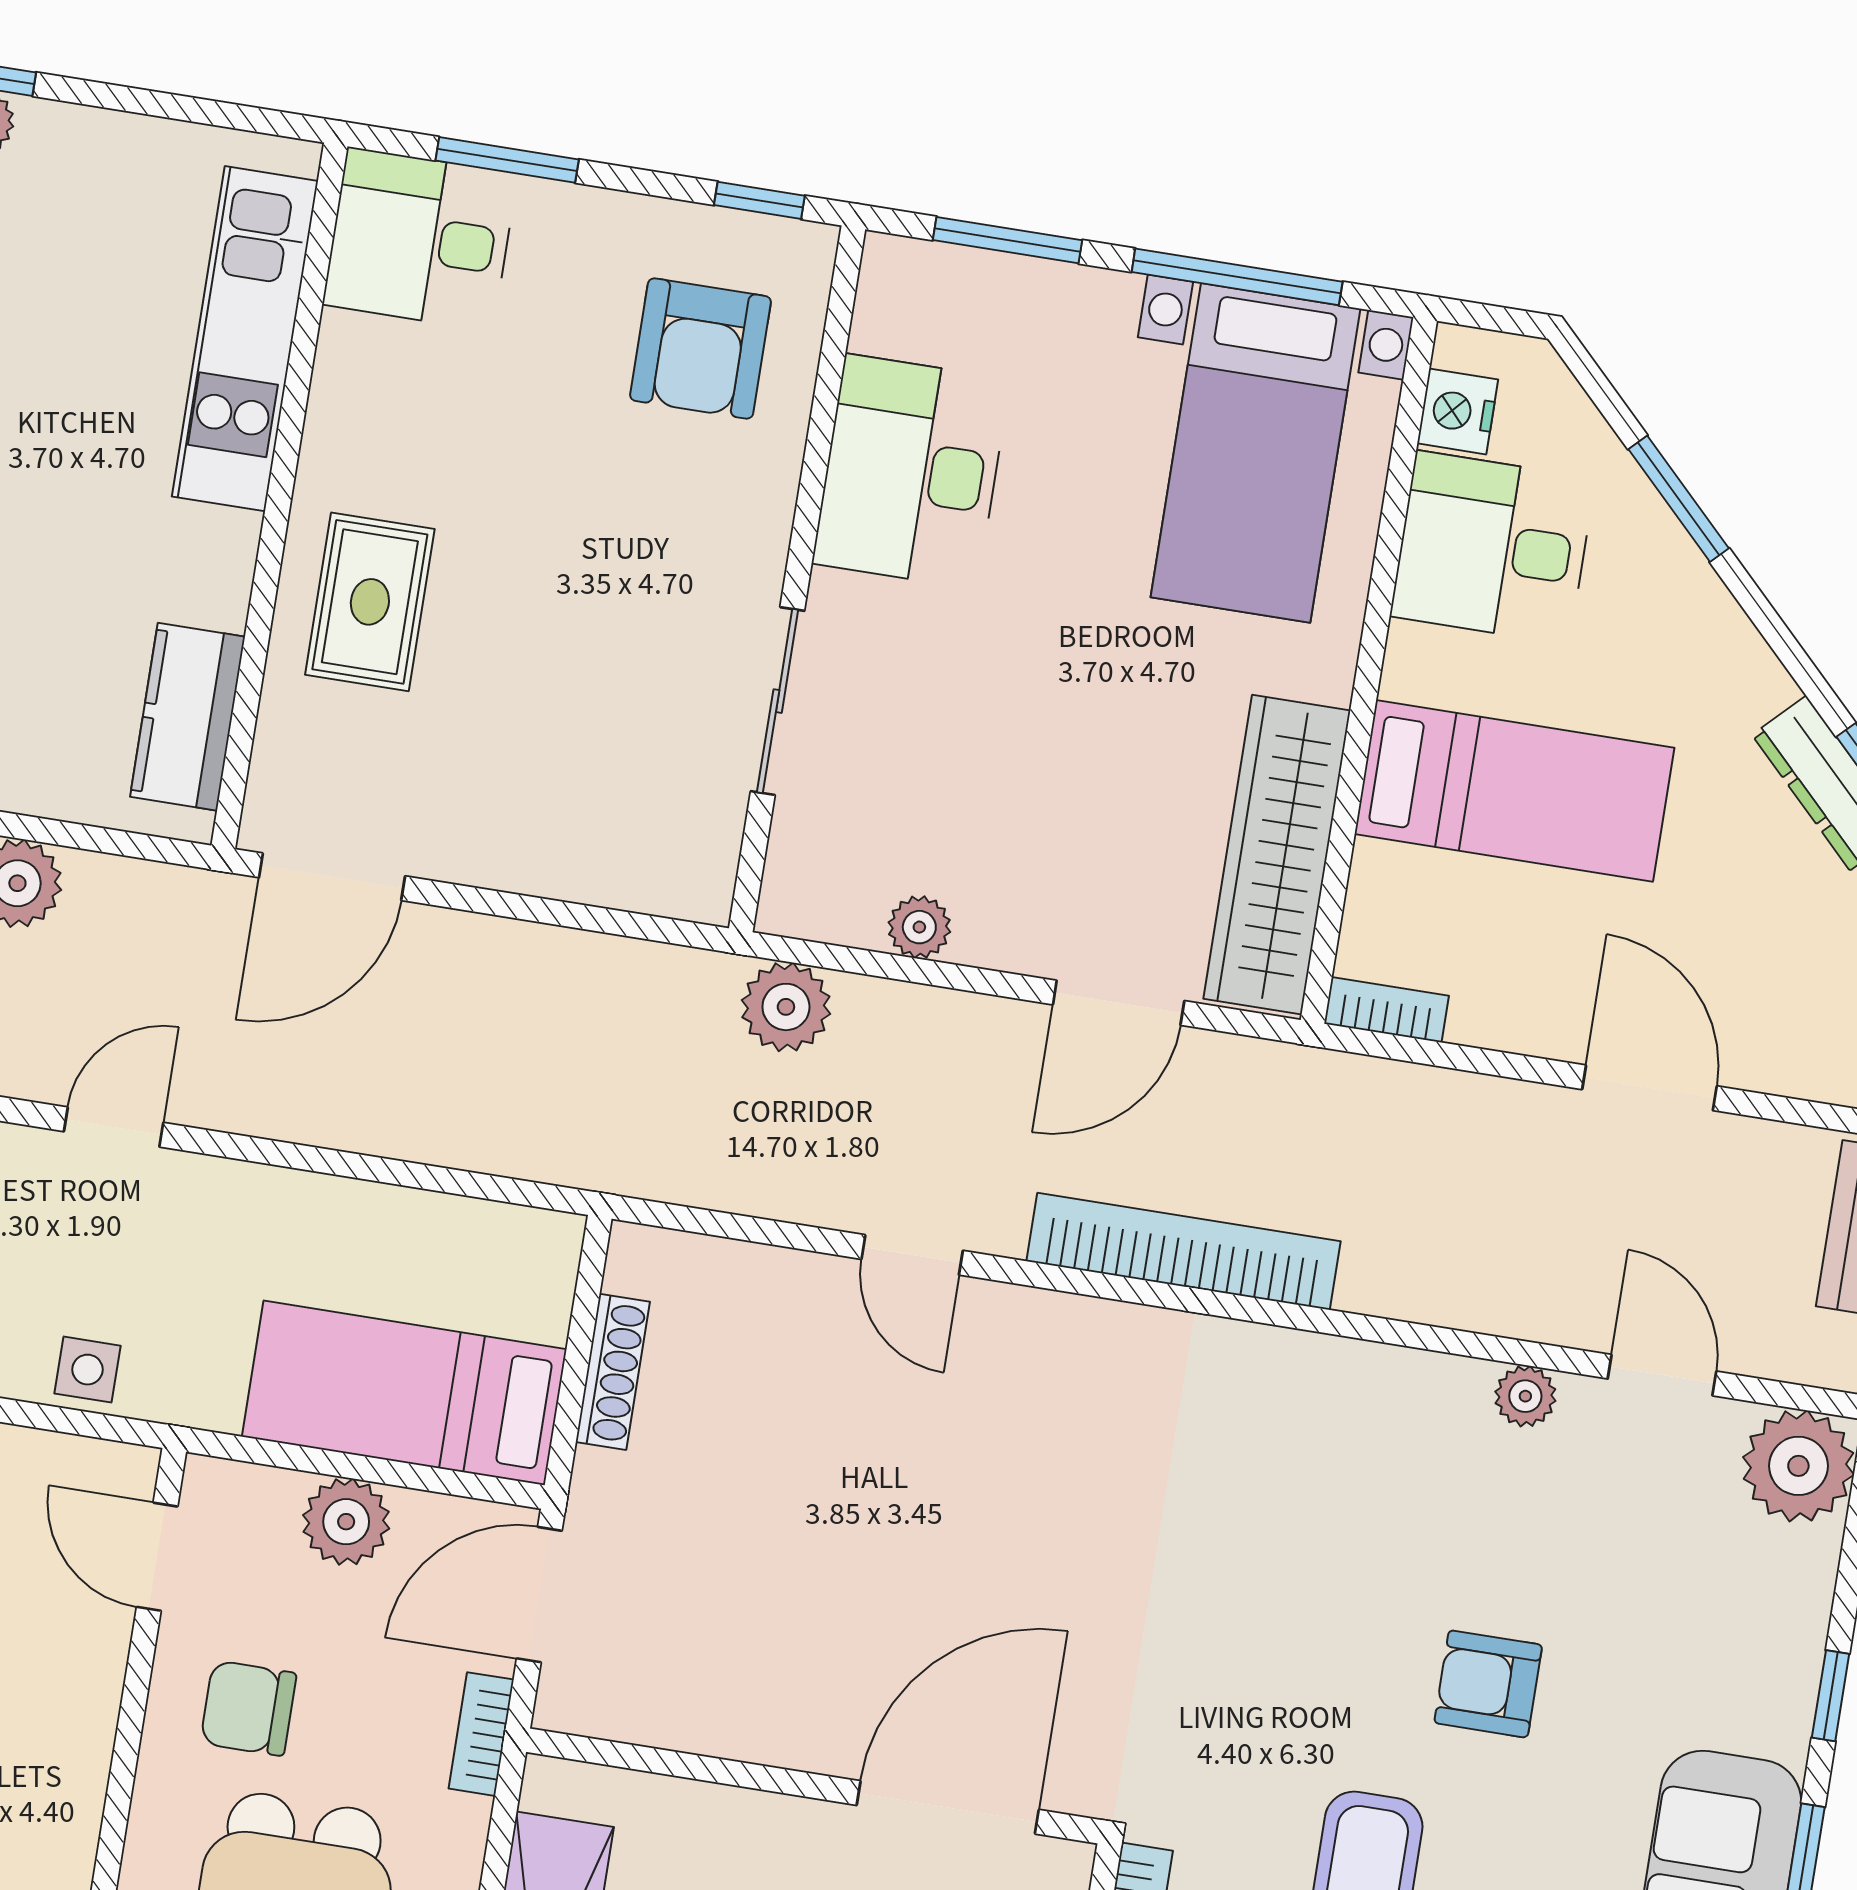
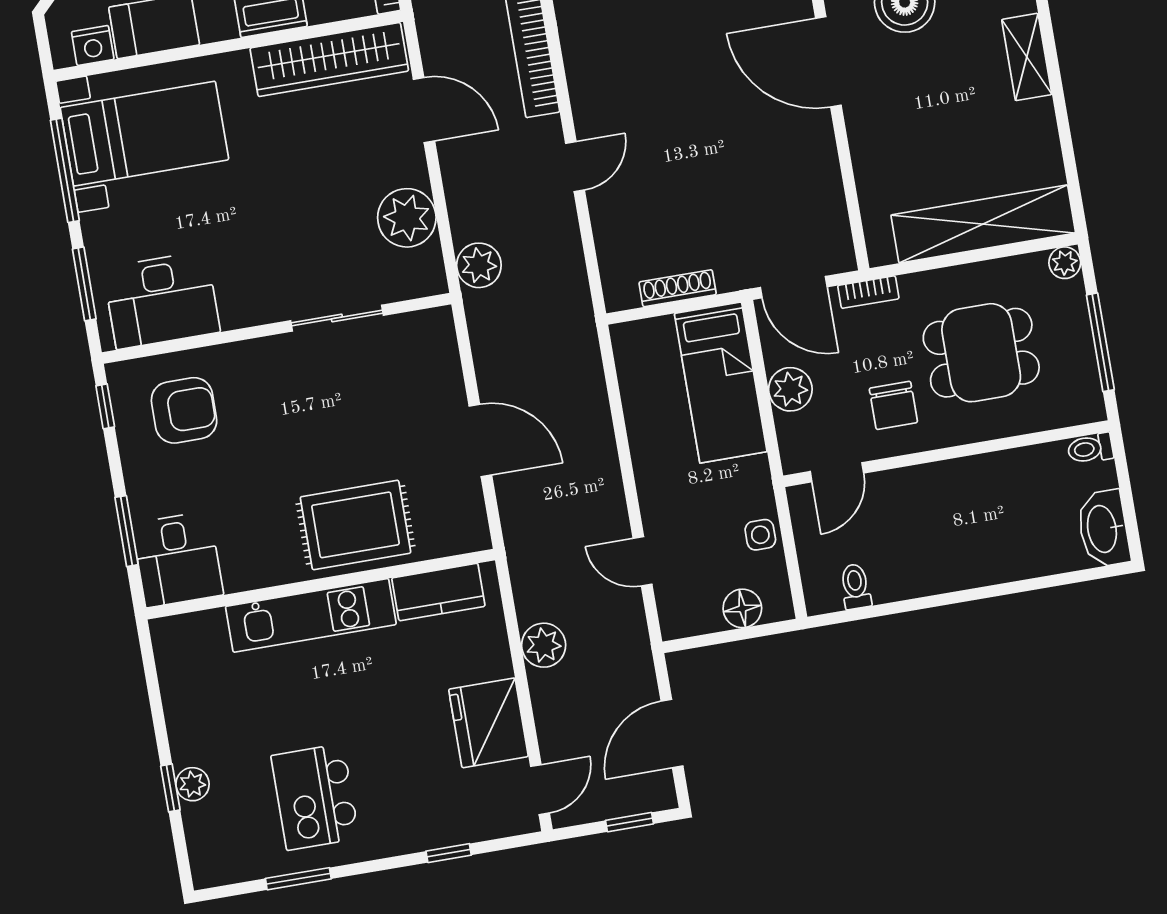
kitchen unit: (245, 339) -> (311, 615), moved
desk: (911, 471) -> (162, 300), moved
rug: (370, 602) -> (355, 525), width x1.36, depth x1.43
door: (332, 877) -> (480, 441), moved
plant: (919, 927) -> (407, 218), width x1.88, depth x1.88

